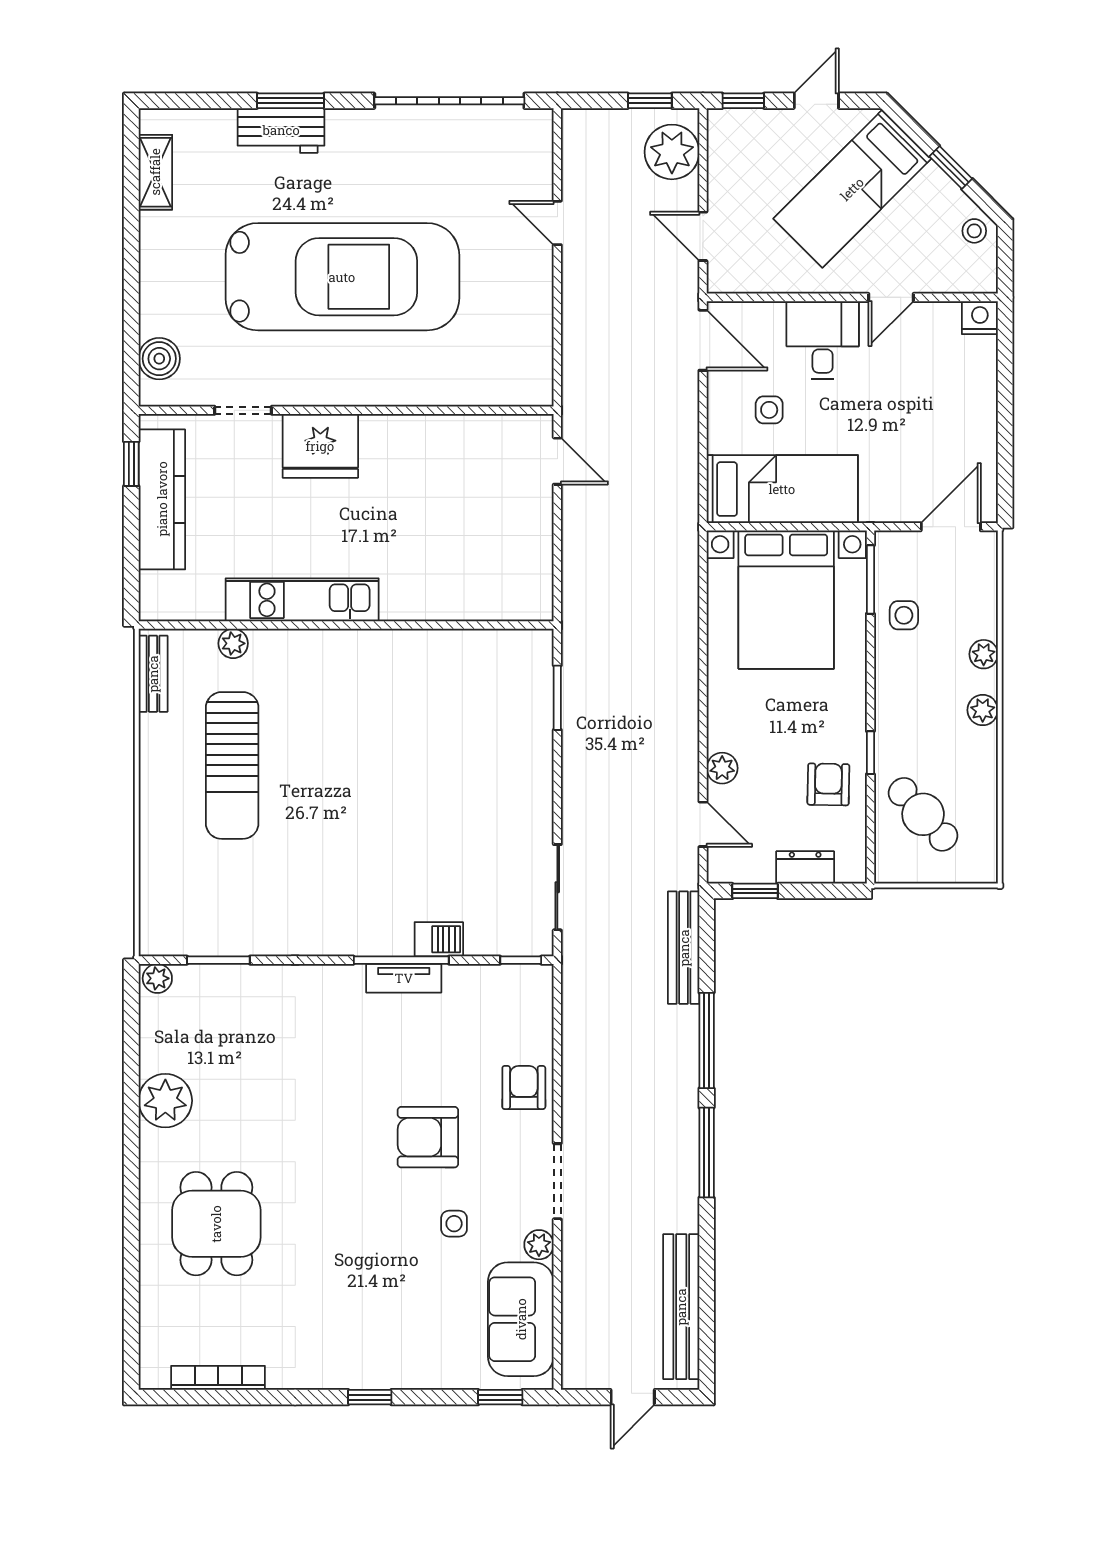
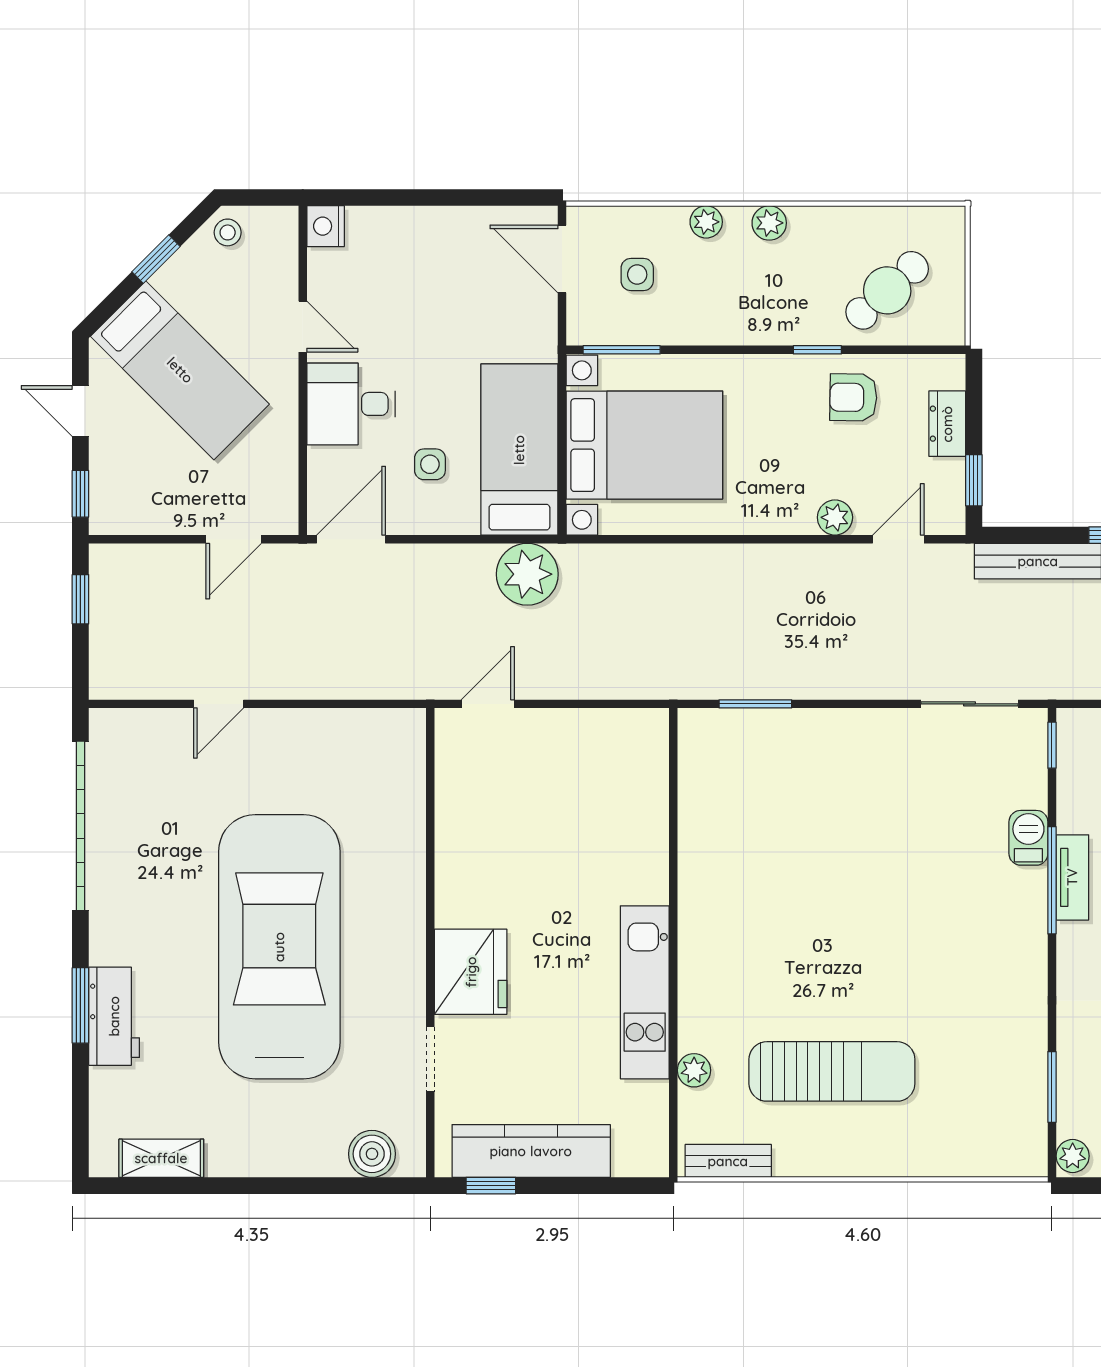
plant: (672, 152) -> (527, 574), moved
side table: (904, 615) -> (637, 275), moved

